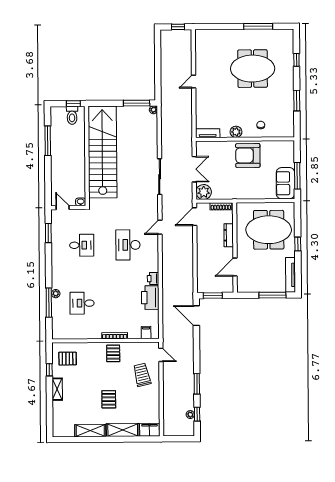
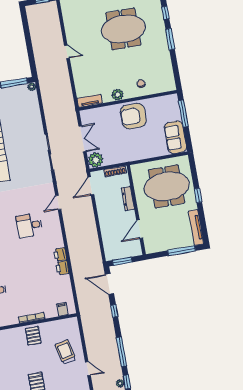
door: (194, 82) -> (67, 52), swing flipped
window: (297, 101) -> (170, 39), moved
window: (297, 176) -> (183, 113), moved
desk: (128, 245) -> (29, 225), width x0.73
printer: (150, 298) -> (62, 268), width x0.53, depth x0.68
window: (197, 343) -> (114, 311), added
door: (161, 355) -> (88, 369), moved
window: (197, 384) -> (121, 352), width x1.44

